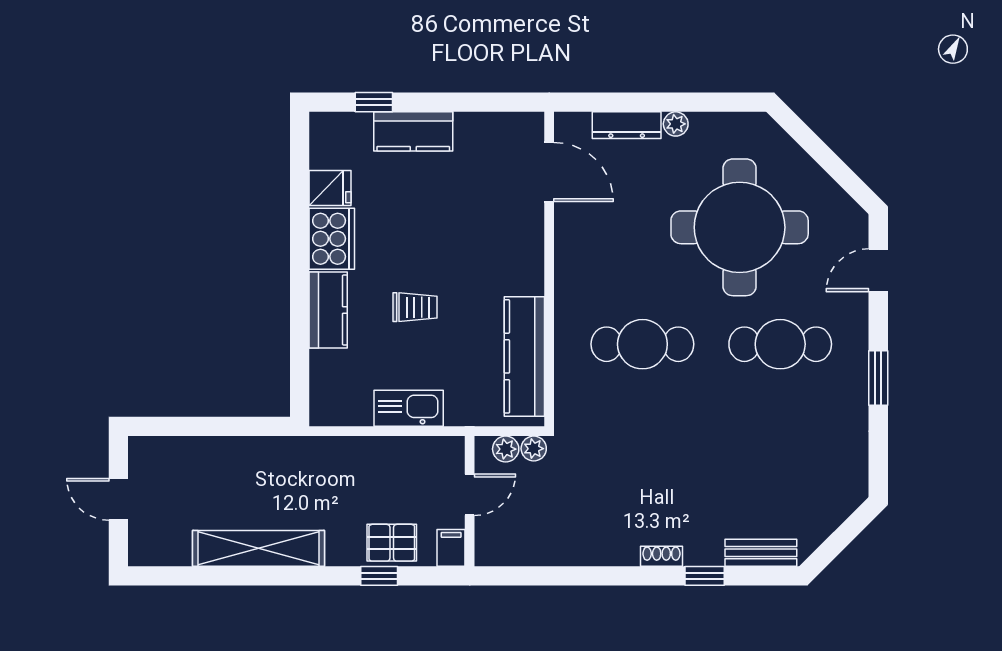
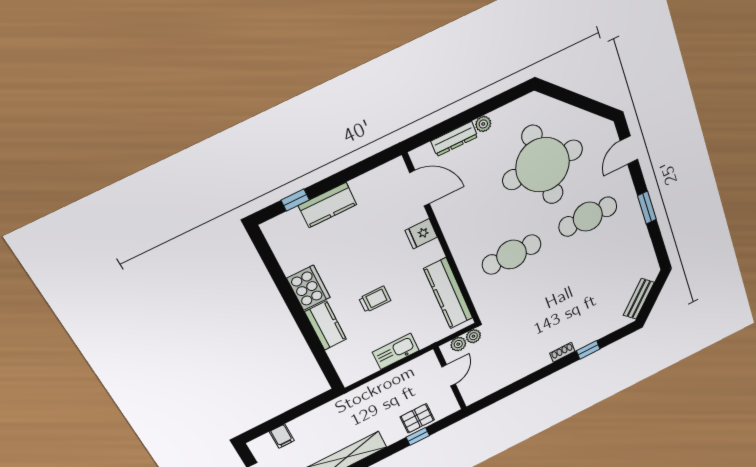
fridge: (330, 188) -> (421, 234), moved, turned 180
filing cabinet: (451, 548) -> (282, 436), moved, turned 180
bench: (761, 553) -> (639, 299), moved, turned -45

